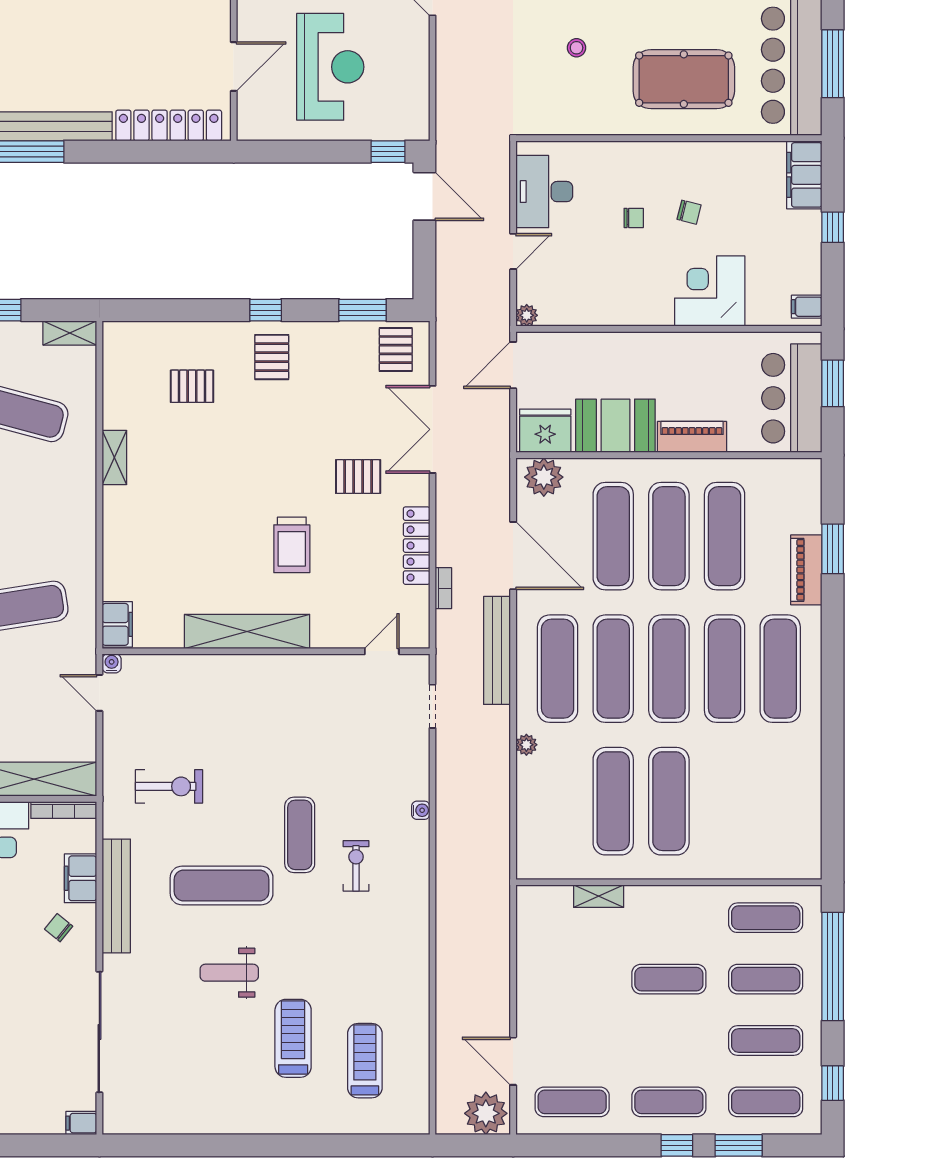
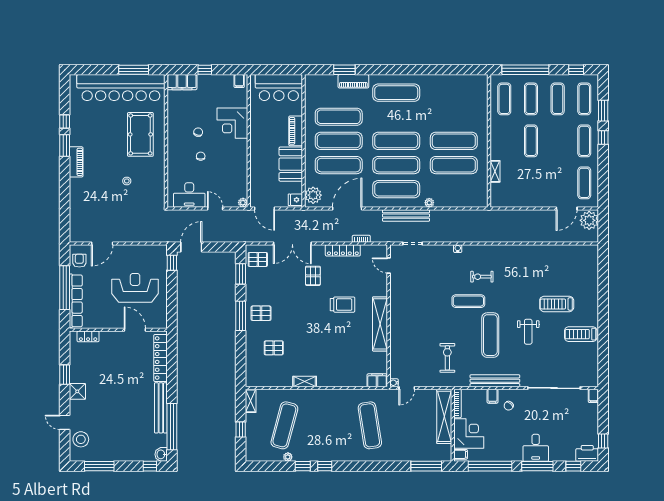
window: (266, 310) -> (241, 316), width x2.17
window: (833, 383) -> (272, 70), removed
pallet: (192, 386) -> (274, 348), turned 90
fridge: (545, 431) -> (295, 200), width x0.53, depth x0.75
bench: (497, 650) -> (406, 216), moved
exercise mat: (725, 669) -> (396, 117), removed
filing cabinet: (81, 878) -> (493, 396), width x0.50
treadmill: (365, 1061) -> (581, 334), moved

